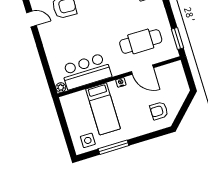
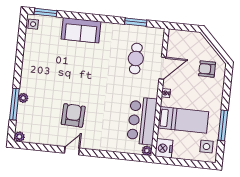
window: (177, 38) -> (136, 22), moved
cafe table: (141, 41) -> (136, 58), width x0.73, depth x0.74
nightstand: (70, 102) -> (164, 148), added
armchair: (159, 111) -> (207, 69), turned 90

